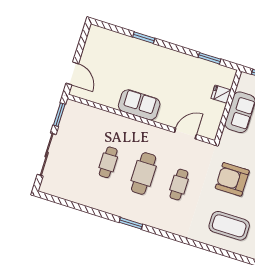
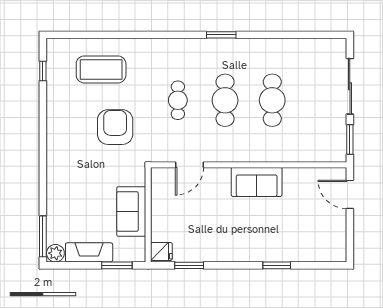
fridge: (221, 94) -> (161, 251), moved
cafe table: (108, 162) -> (272, 100), width x1.37, depth x1.35
armchair: (232, 179) -> (115, 127), turned -90

